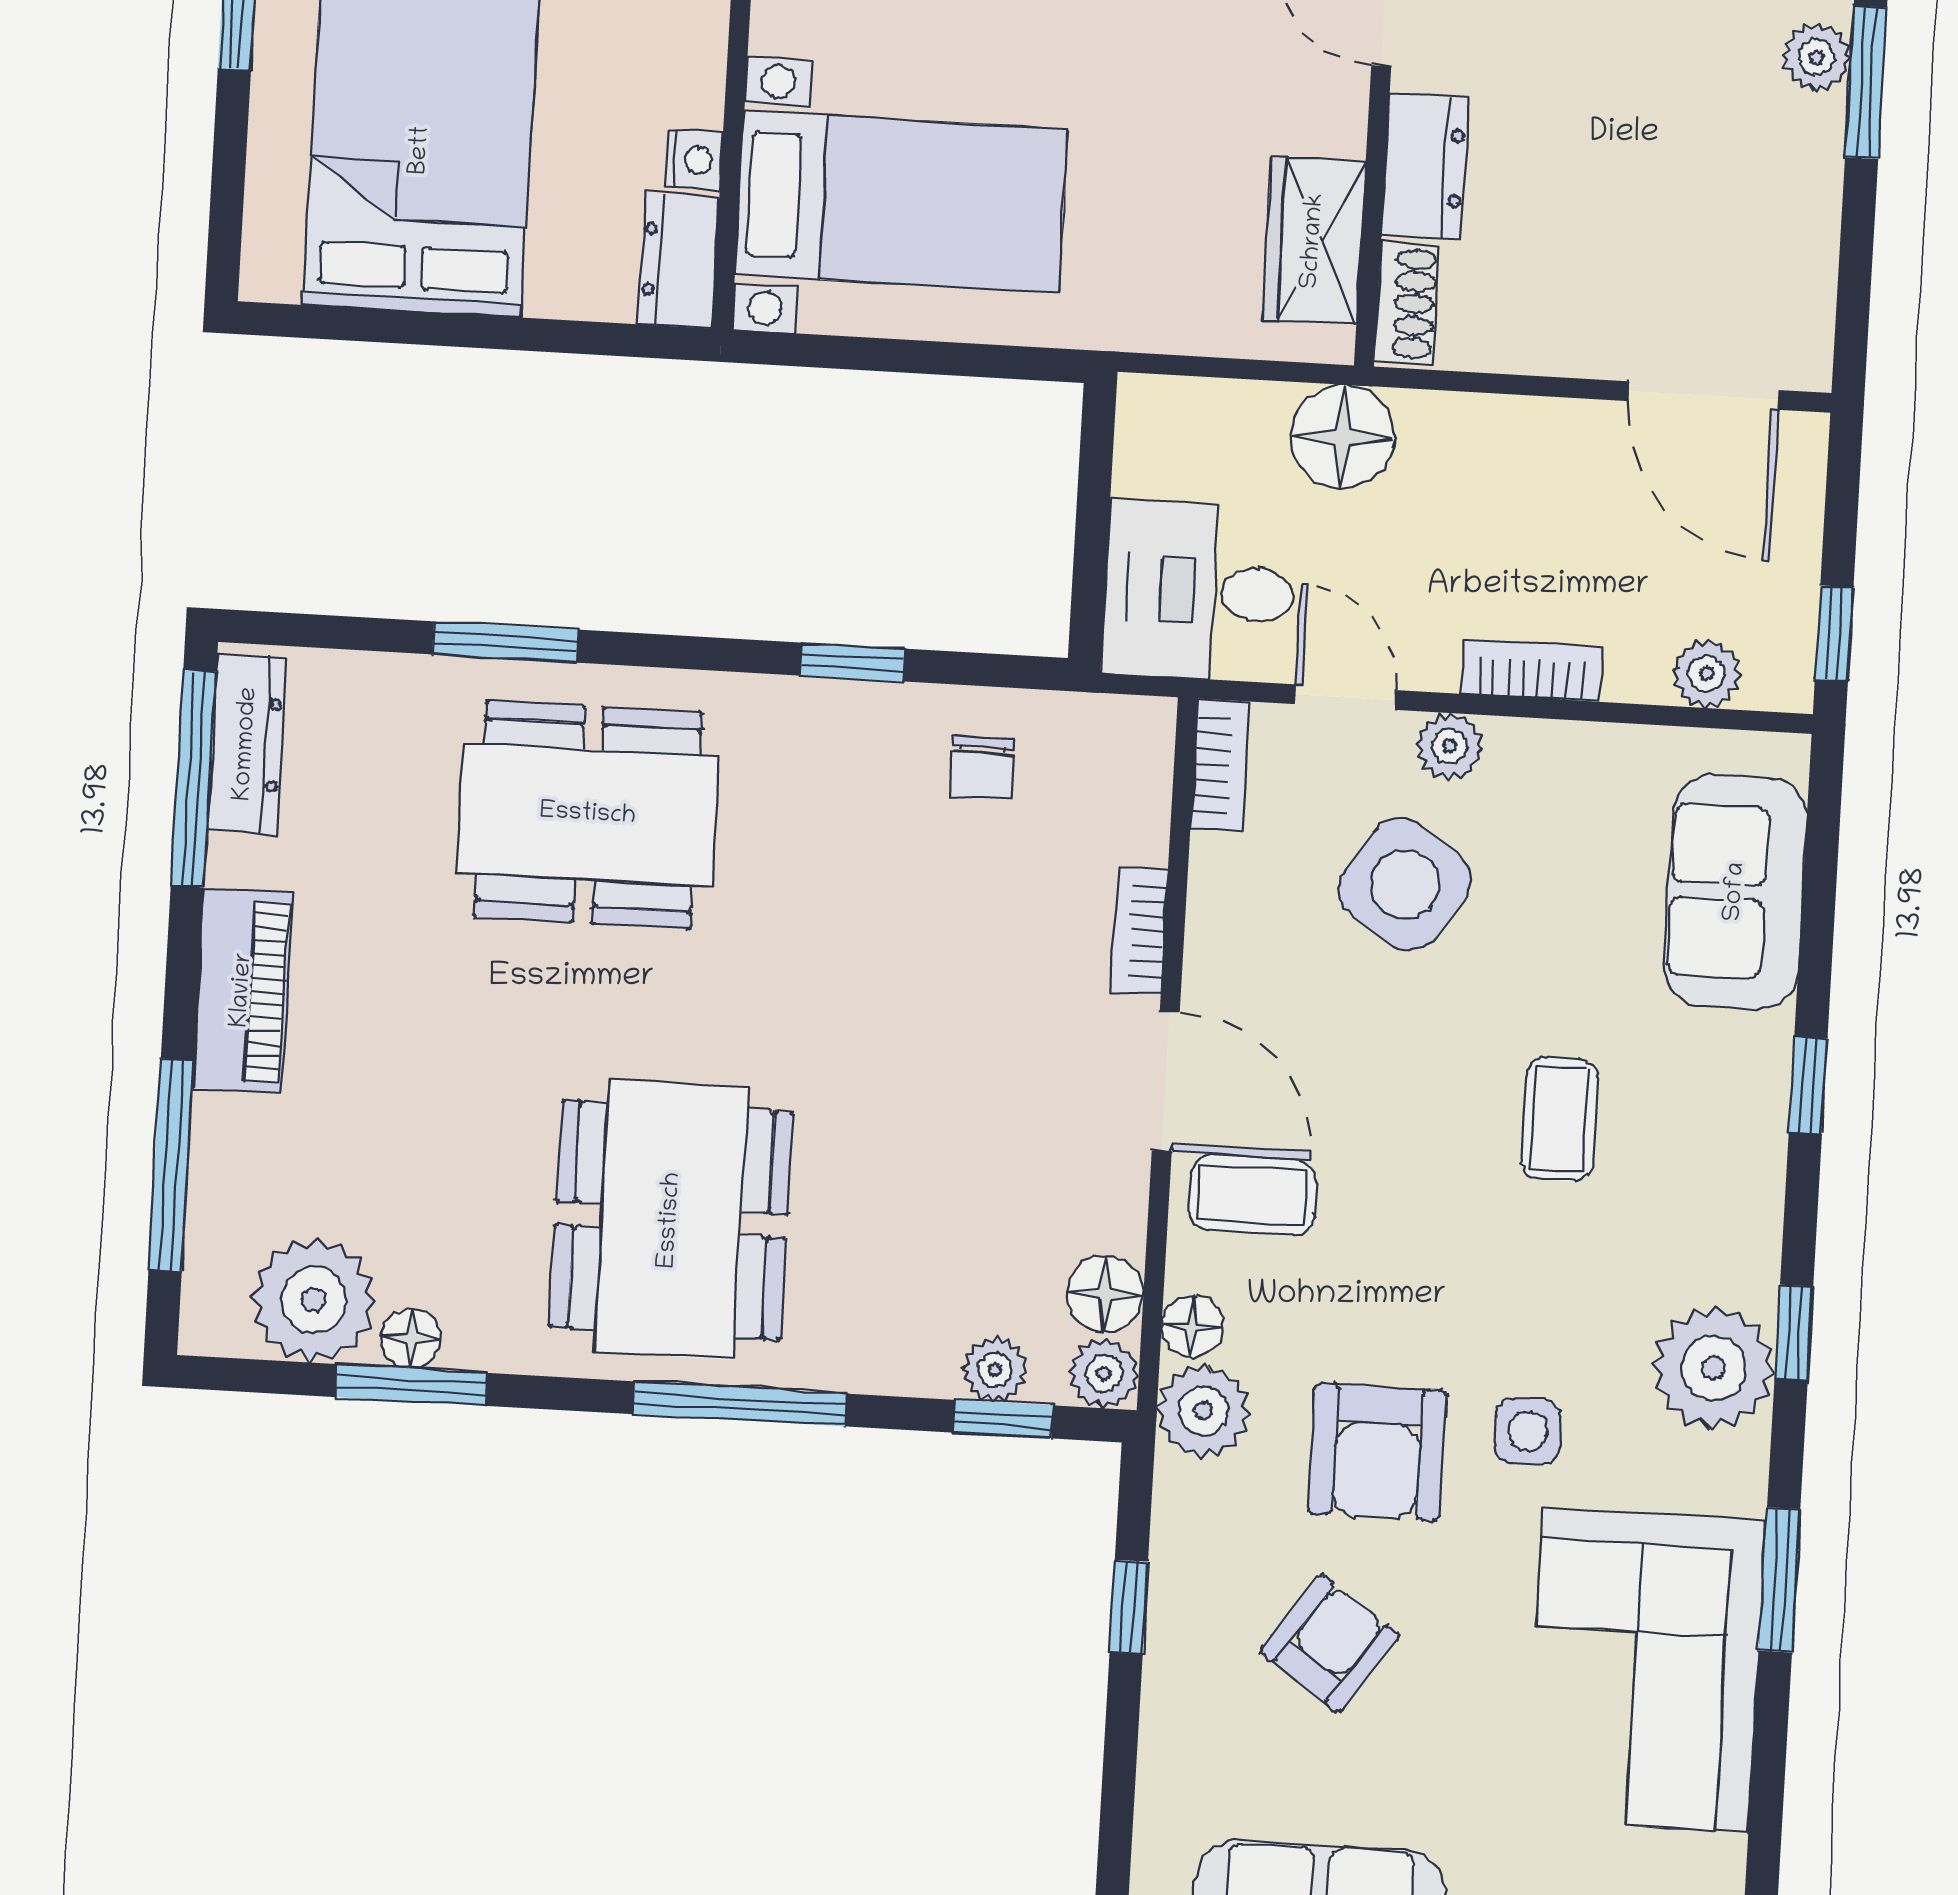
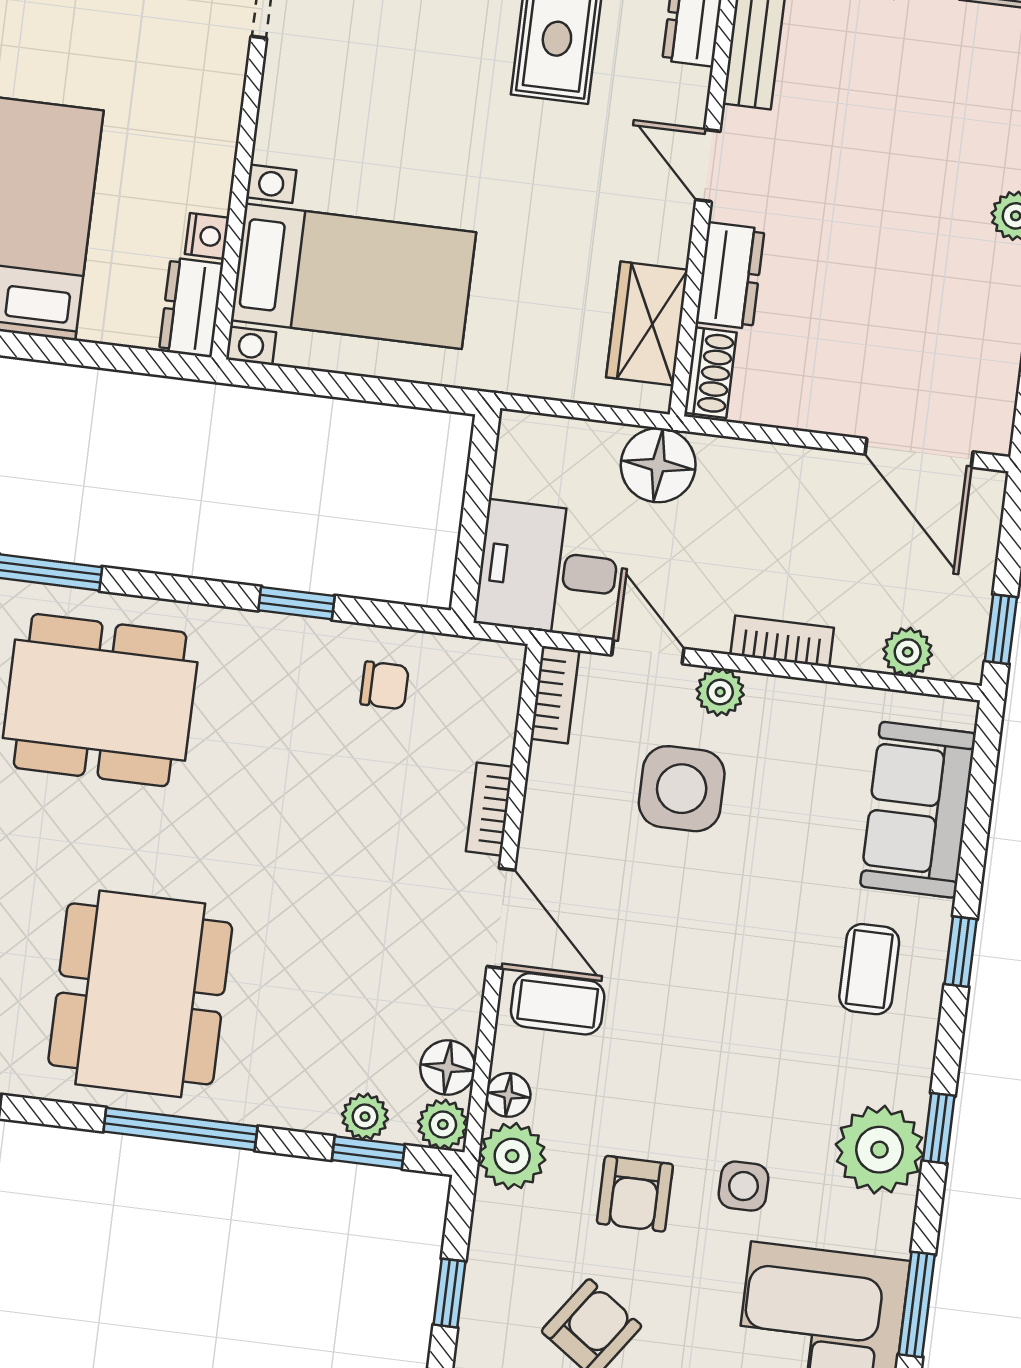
chair: (982, 768) -> (385, 685), turned -90
side table: (1405, 884) -> (682, 789), turned -34
coffee table: (1560, 1119) -> (869, 969), moved
armchair: (1377, 1452) -> (635, 1194), width x0.72, depth x0.72

